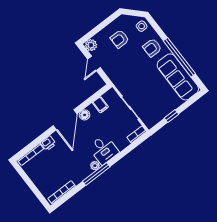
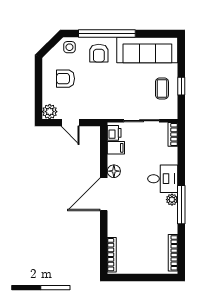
armchair: (120, 39) -> (65, 79), turned 90
window: (179, 57) -> (107, 33), moved
coffee table: (161, 105) -> (162, 88), added
door: (65, 120) -> (104, 194), swing flipped
printer: (48, 143) -> (114, 133), moved

